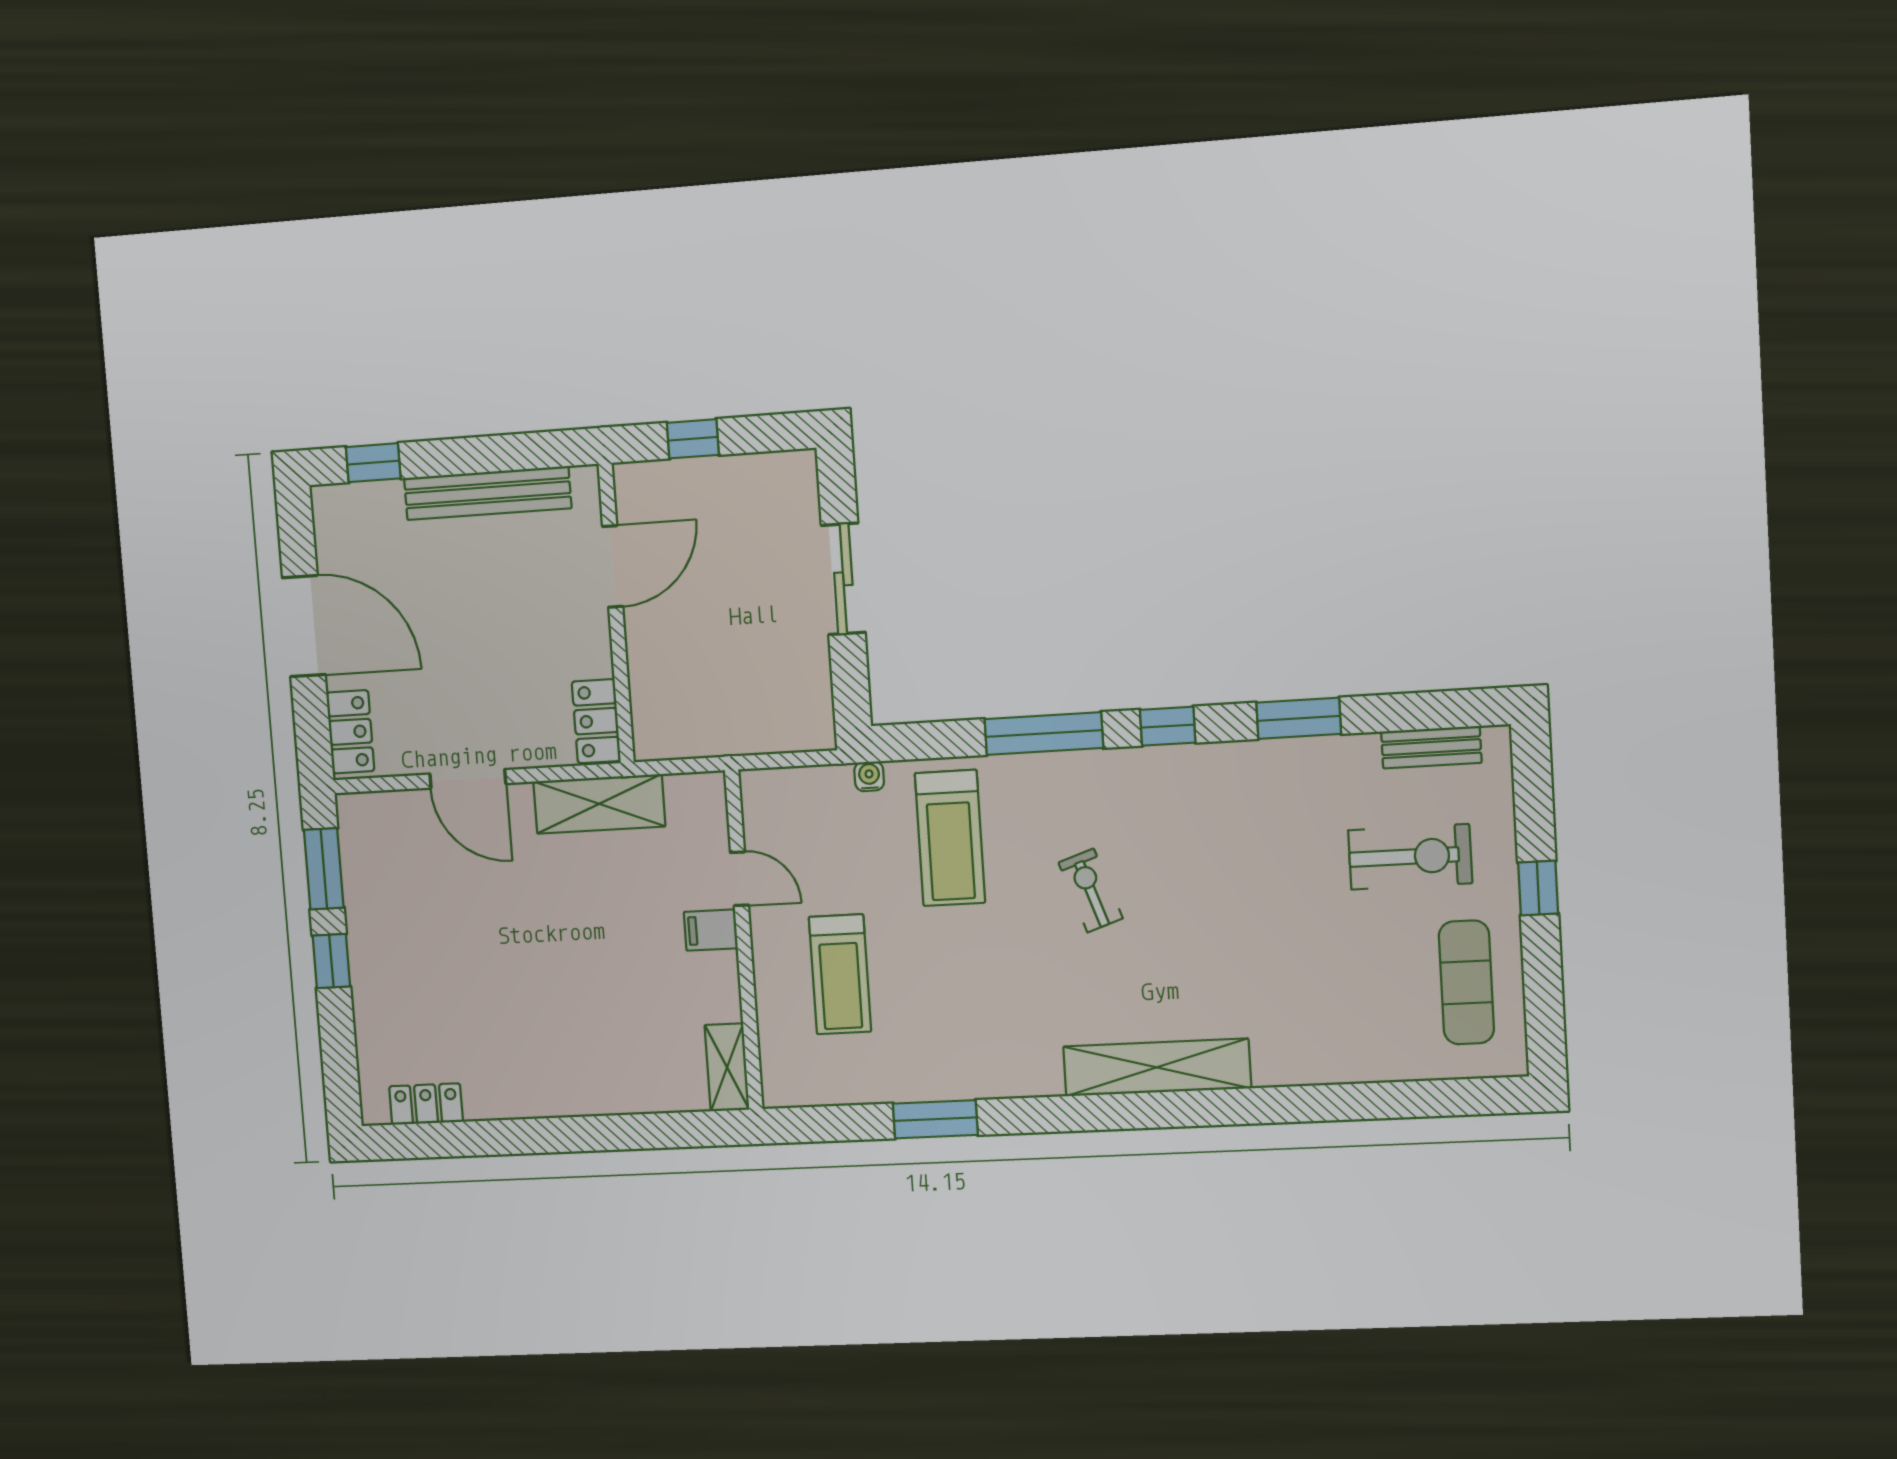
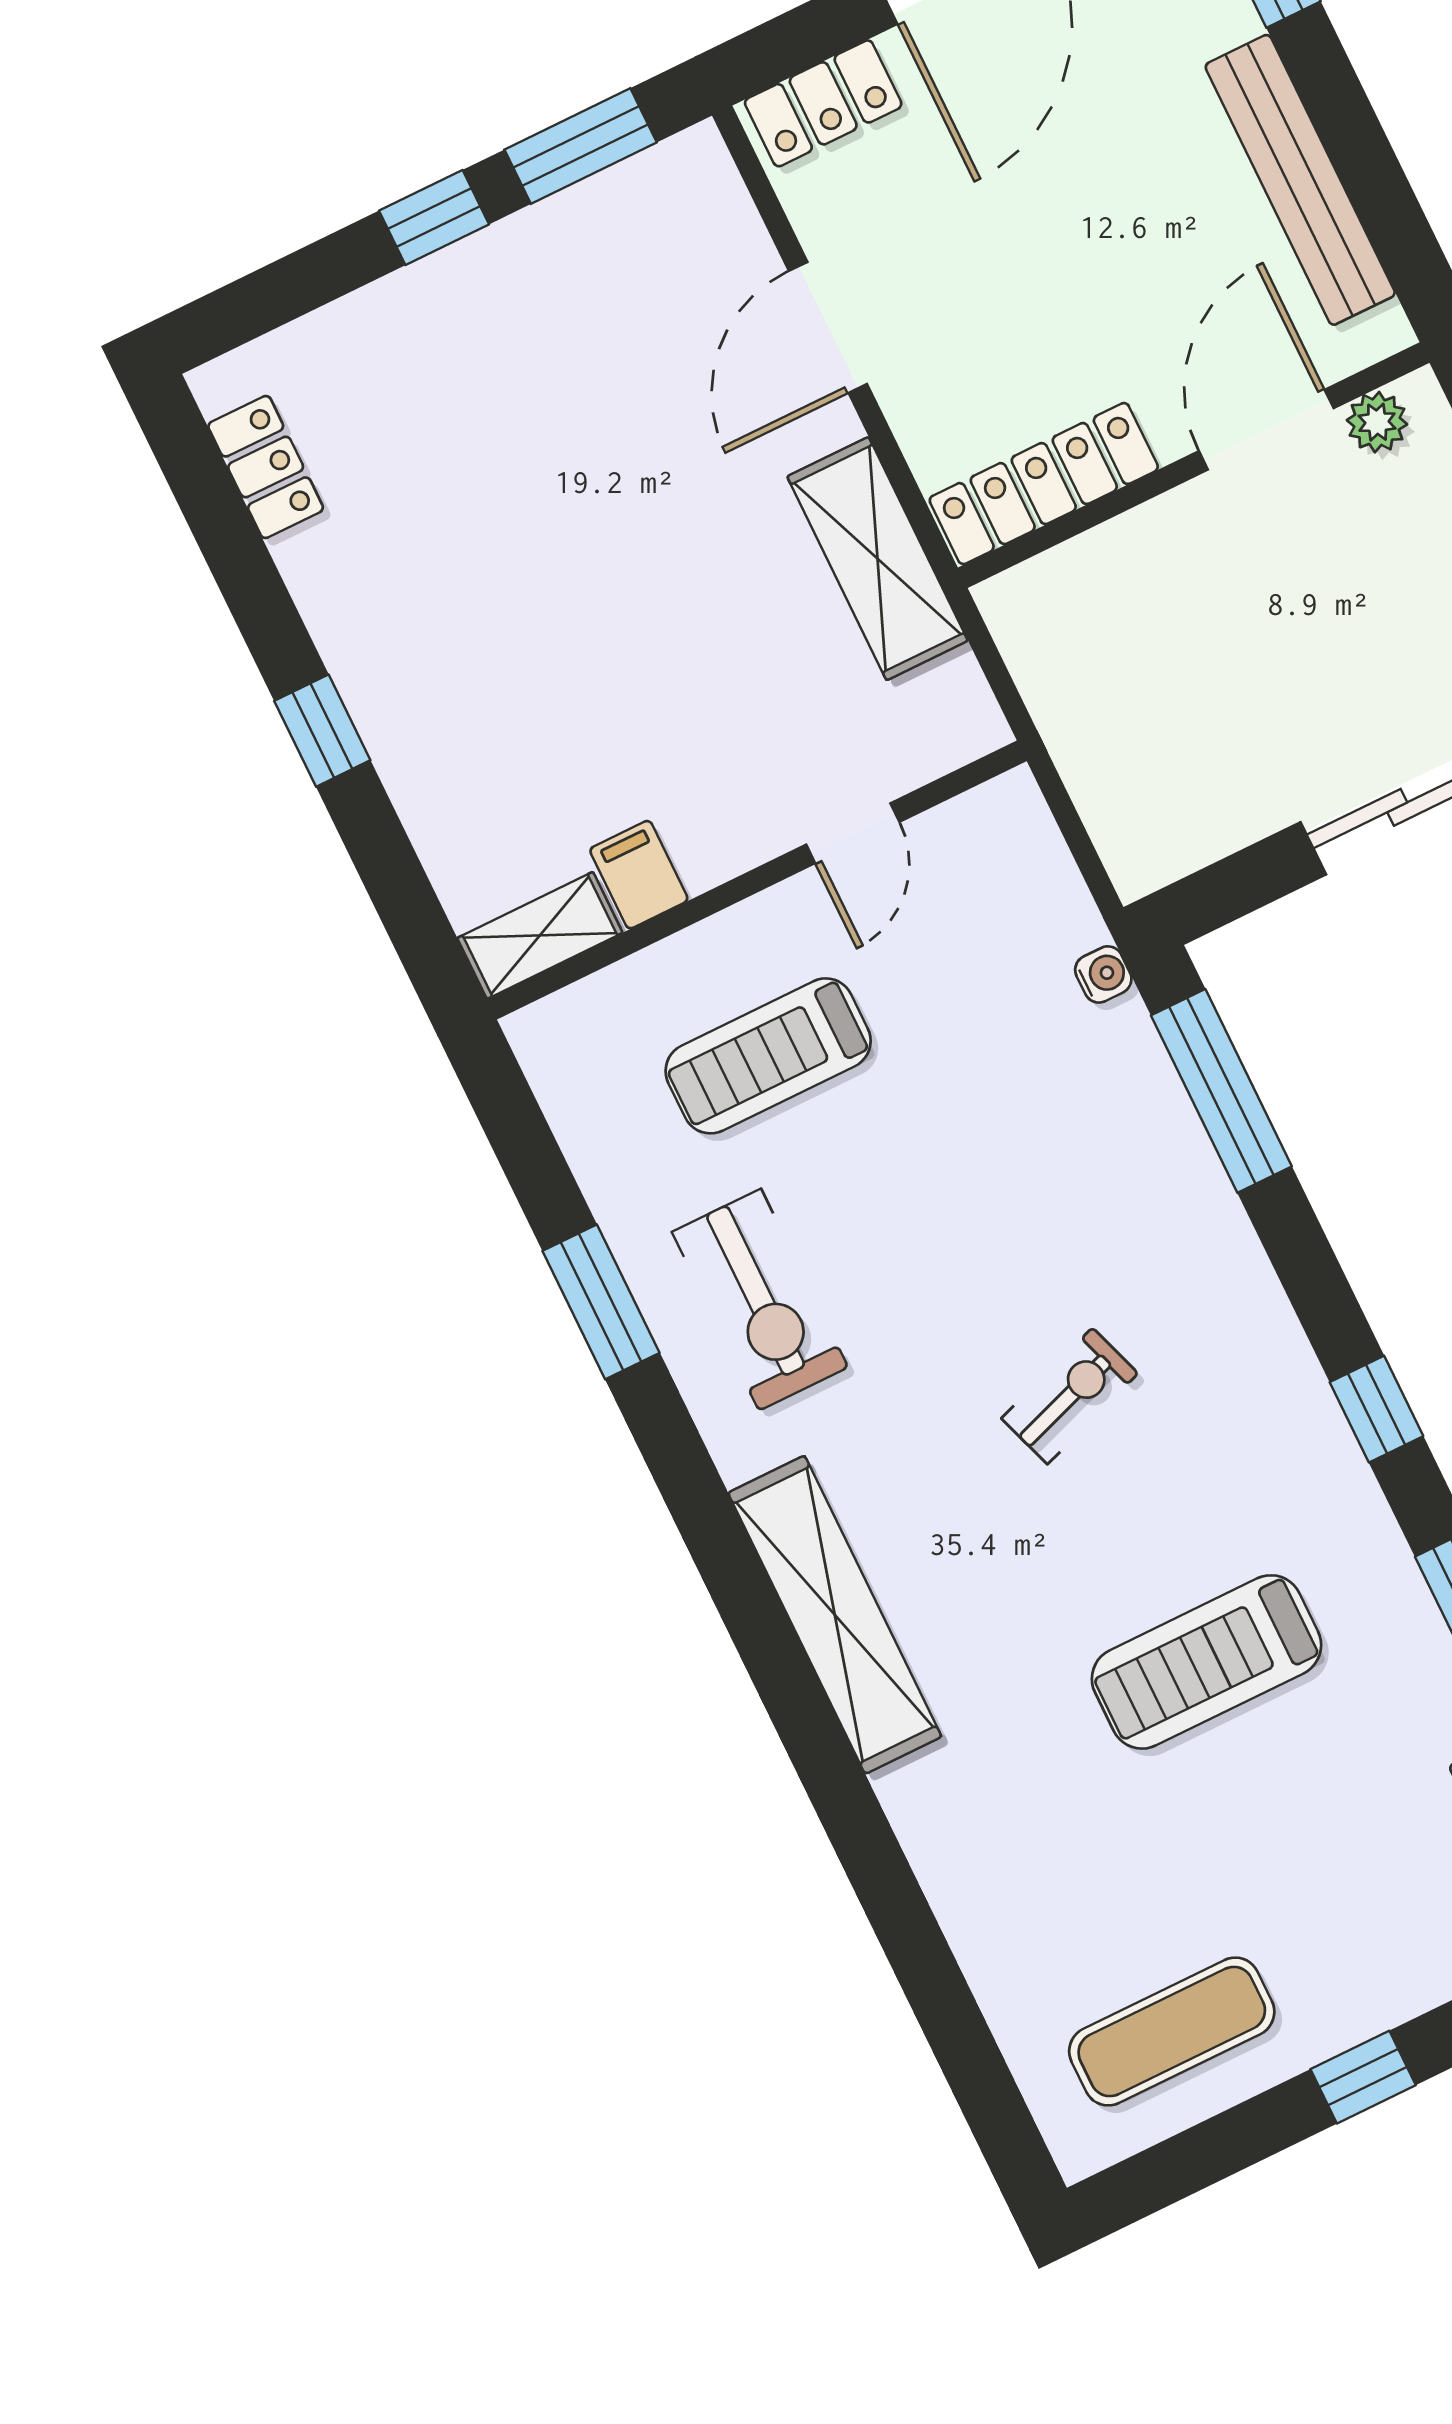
plant: (632, 505) -> (1377, 422), added
door: (613, 566) -> (1266, 430), swing flipped
locker: (596, 721) -> (1044, 484), width x1.53
window: (1044, 734) -> (1221, 1091), moved
treadmill: (950, 838) -> (1206, 1662), moved
exercise bike: (1410, 857) -> (760, 1300), moved
filing cabinet: (711, 930) -> (639, 875), moved
window: (574, 1134) -> (322, 731), added

